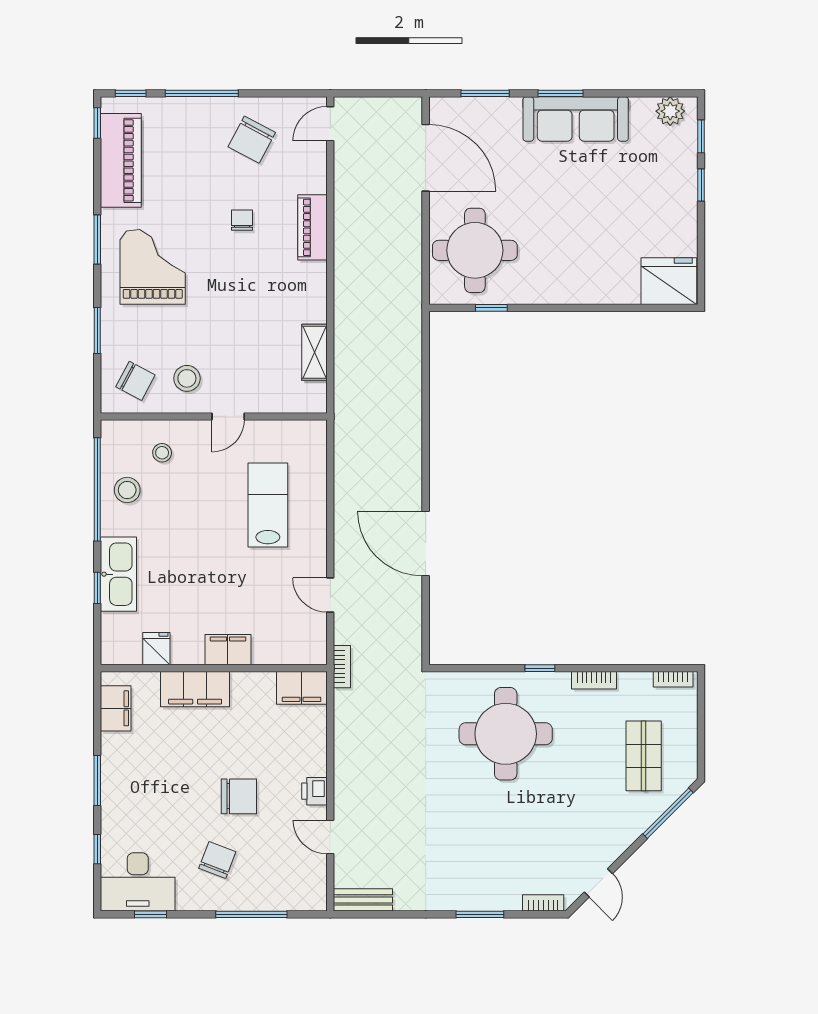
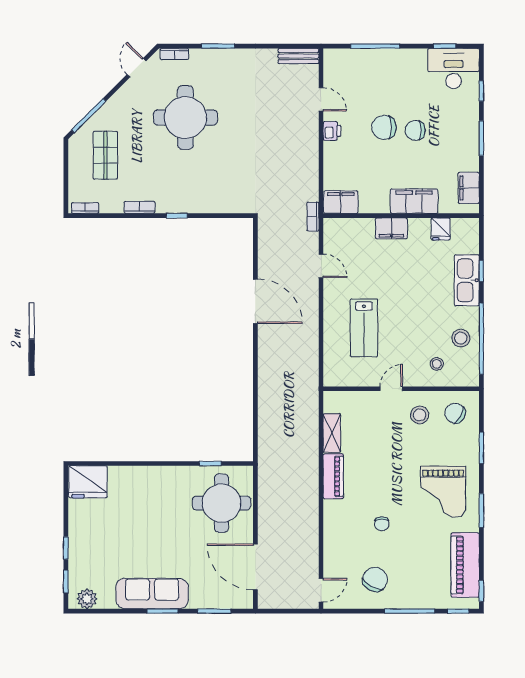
piano: (312, 227) -> (333, 476), moved
round table: (506, 734) -> (185, 117), moved
chair: (217, 860) -> (415, 130), moved, turned 69

